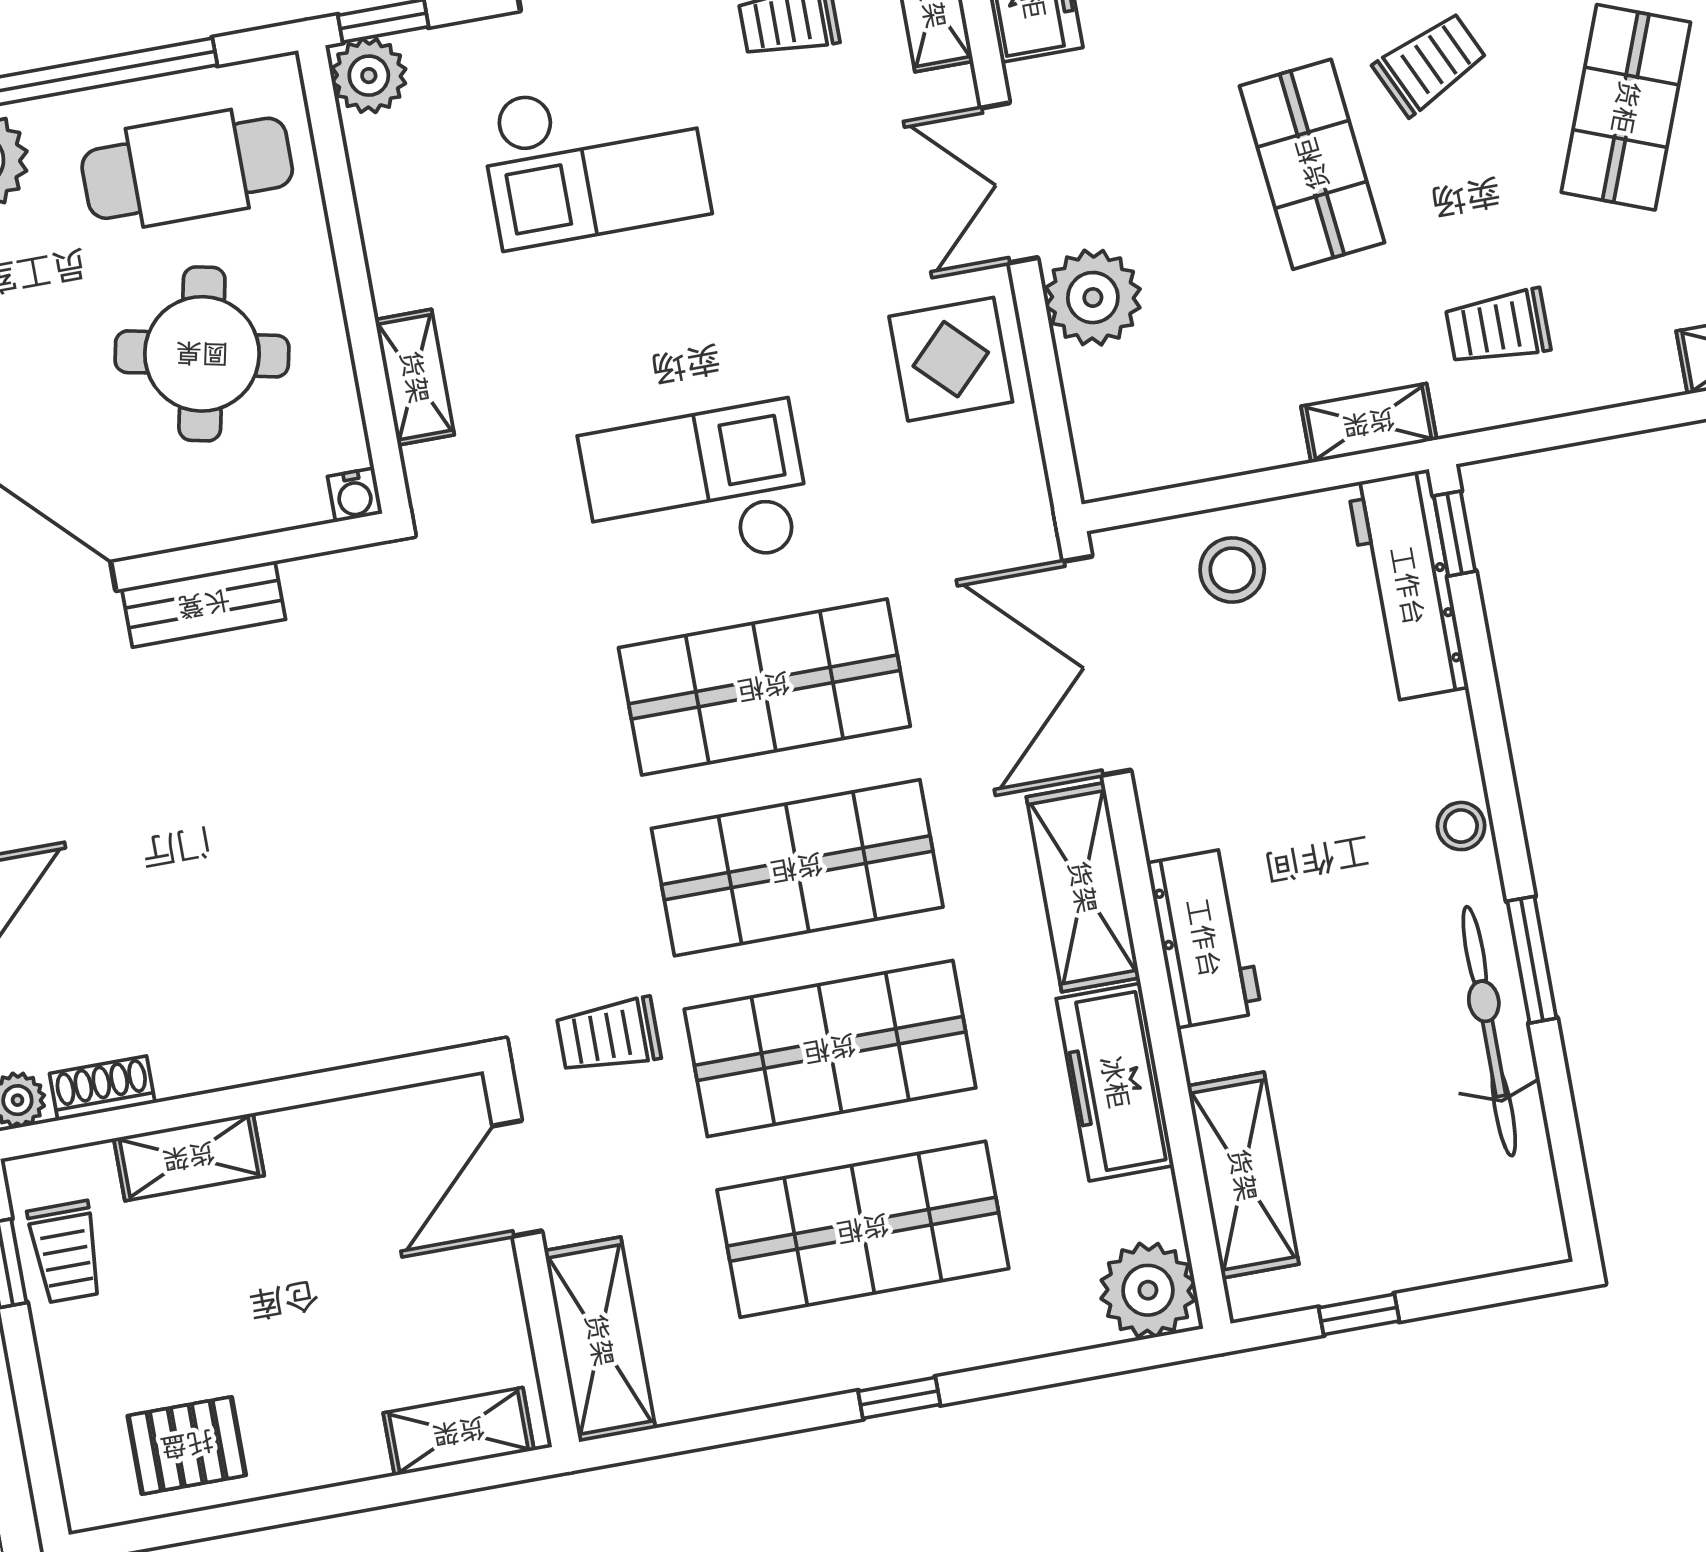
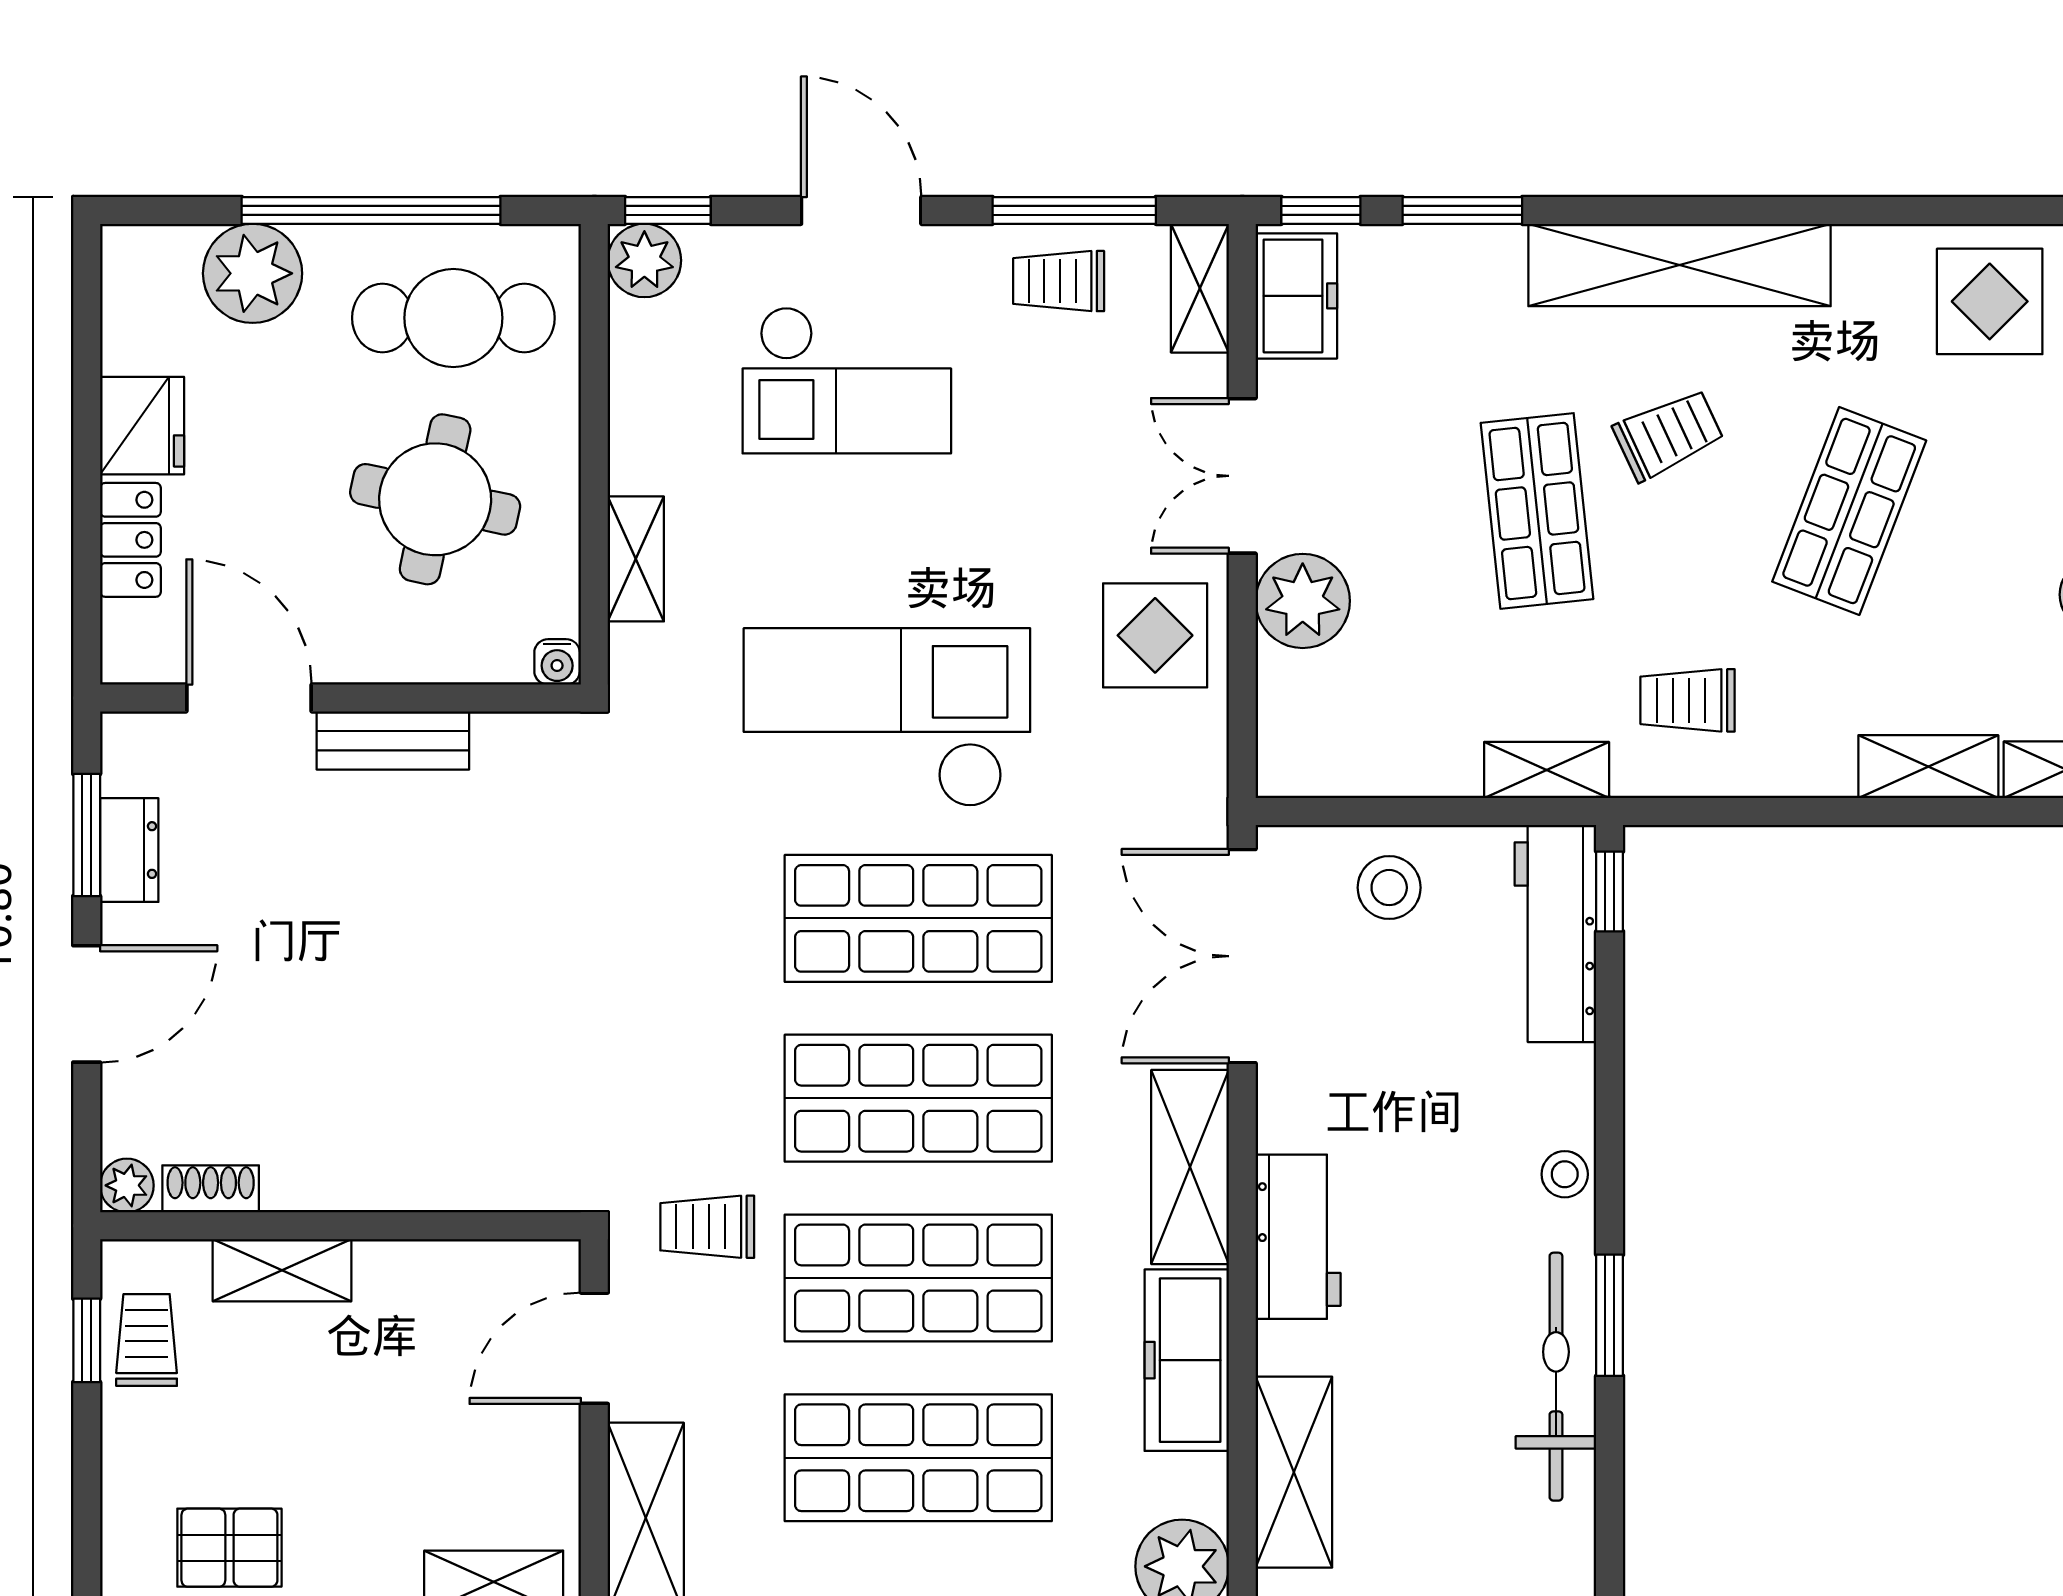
checkout: (696, 491) -> (887, 718), width x1.36, depth x1.21
trolley: (66, 1252) -> (147, 1340), turned 180

